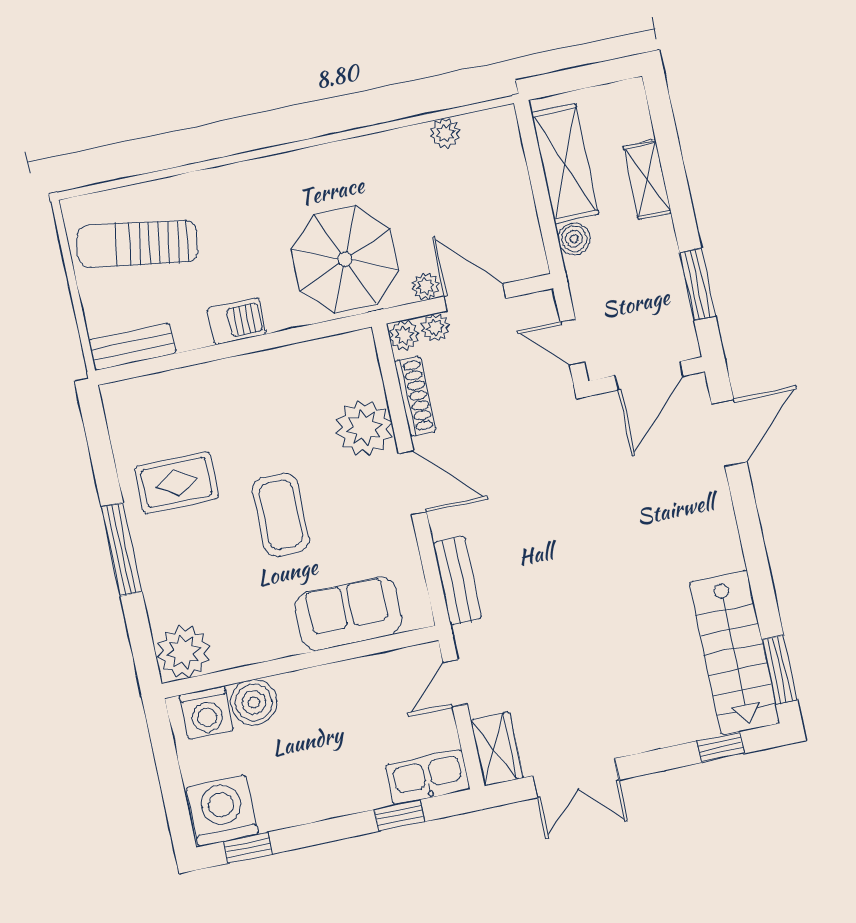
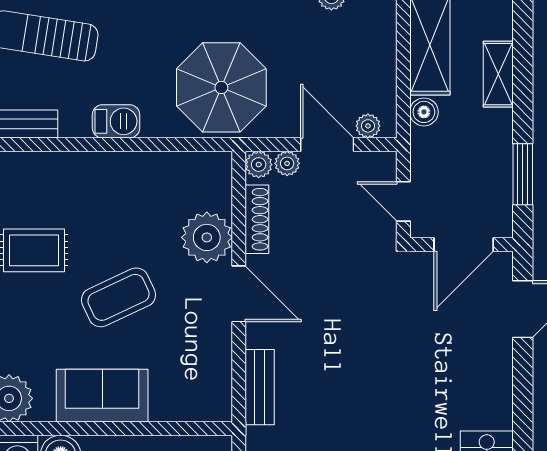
plant: (425, 286) -> (368, 126), moved
coffee table: (281, 515) -> (118, 297), turned 65
sofa: (348, 614) -> (102, 396), moved

